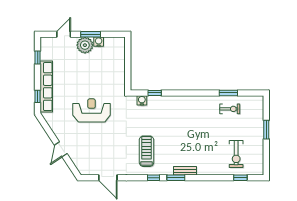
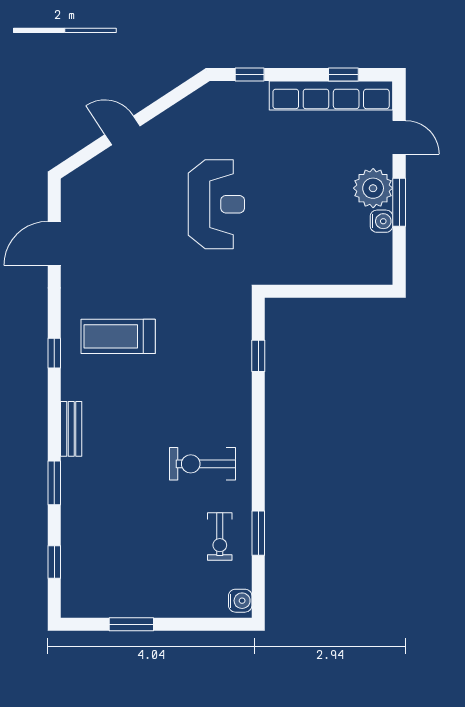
row of seats: (46, 87) -> (331, 95), moved
water cooler: (142, 100) -> (240, 601), moved
window: (266, 130) -> (131, 624), moved
treadmill: (146, 151) -> (118, 336), turned 180
exercise bike: (236, 154) -> (202, 464), moved
window: (176, 178) -> (54, 483), moved

